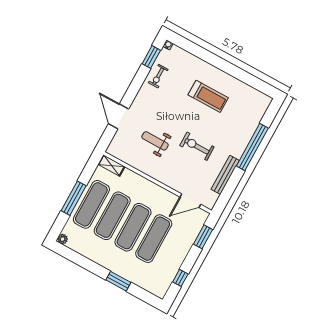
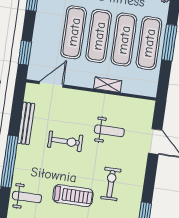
exercise bike: (158, 76) -> (111, 184), moved, width x1.38, depth x1.39
treadmill: (208, 96) -> (73, 196), turned 180
weight bench: (249, 110) -> (27, 197), added
shelving: (111, 165) -> (108, 85), moved

